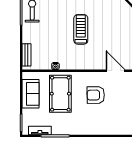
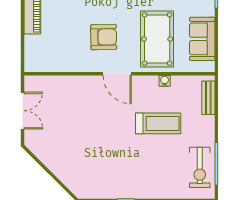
treadmill: (81, 29) -> (158, 123), moved, turned -90
door: (115, 71) -> (117, 74), moved

